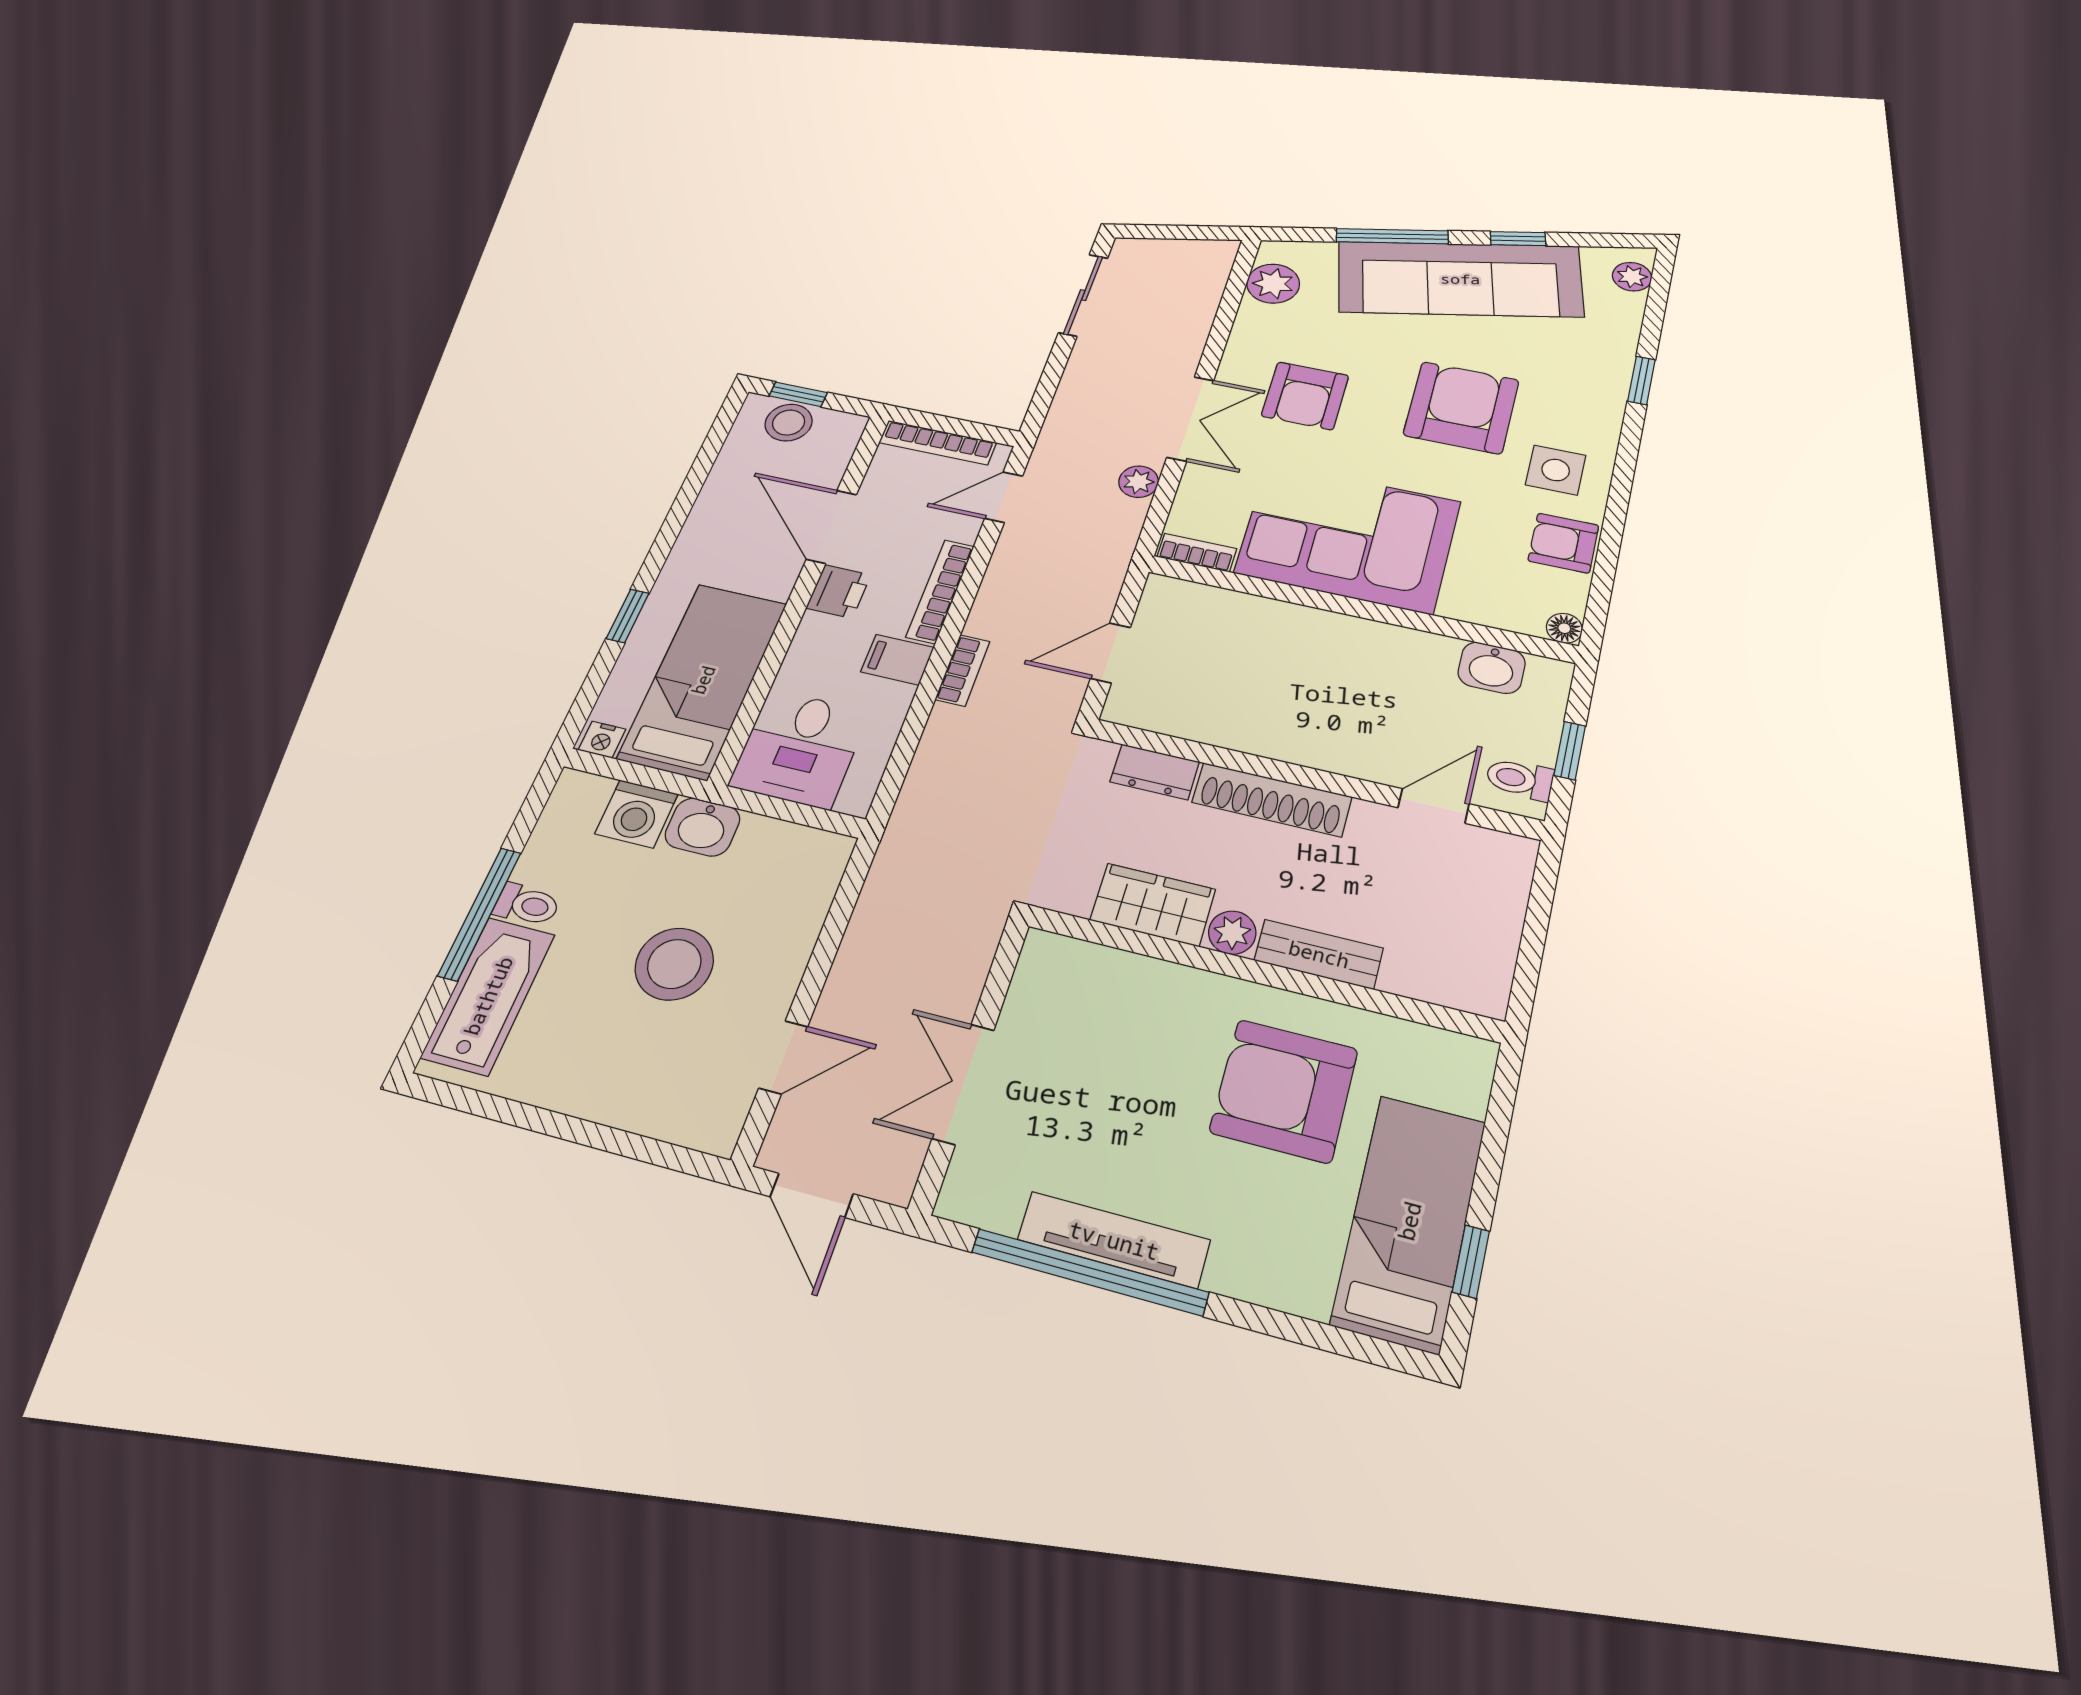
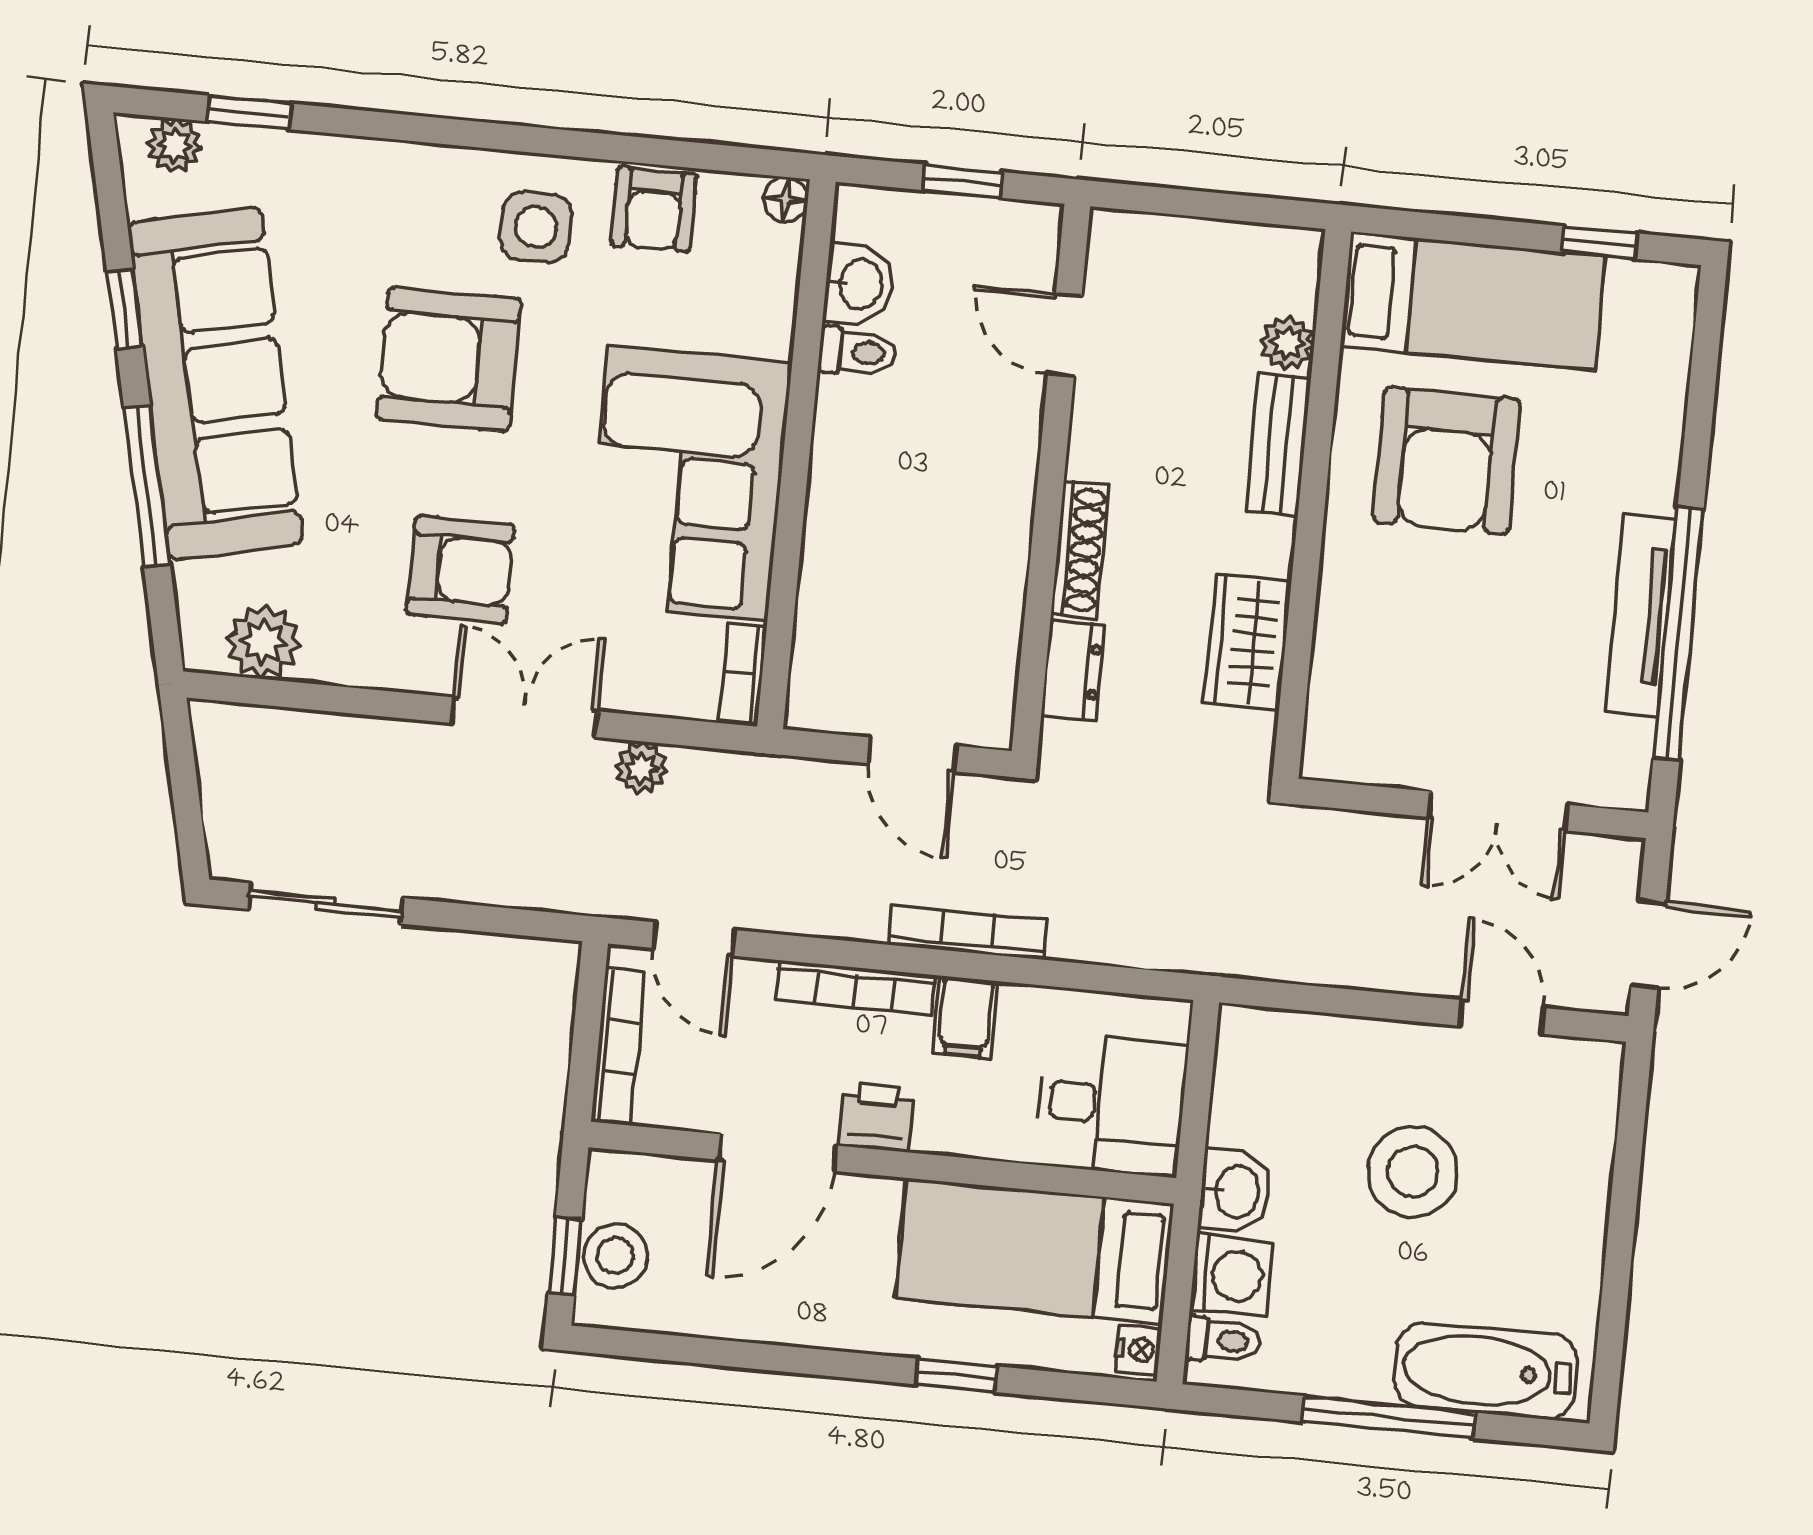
window: (1641, 380) -> (249, 113), moved
bookcase: (962, 670) -> (968, 933), width x1.56
toilet: (1520, 779) -> (858, 352), moved, turned -90
shoe rack: (1272, 800) -> (1080, 549), width x0.74, depth x0.81
toilet: (527, 905) -> (1223, 1340), moved, turned 90
plant: (1232, 933) -> (1287, 343), moved
bed: (1409, 1221) -> (1473, 301), moved, turned 180

